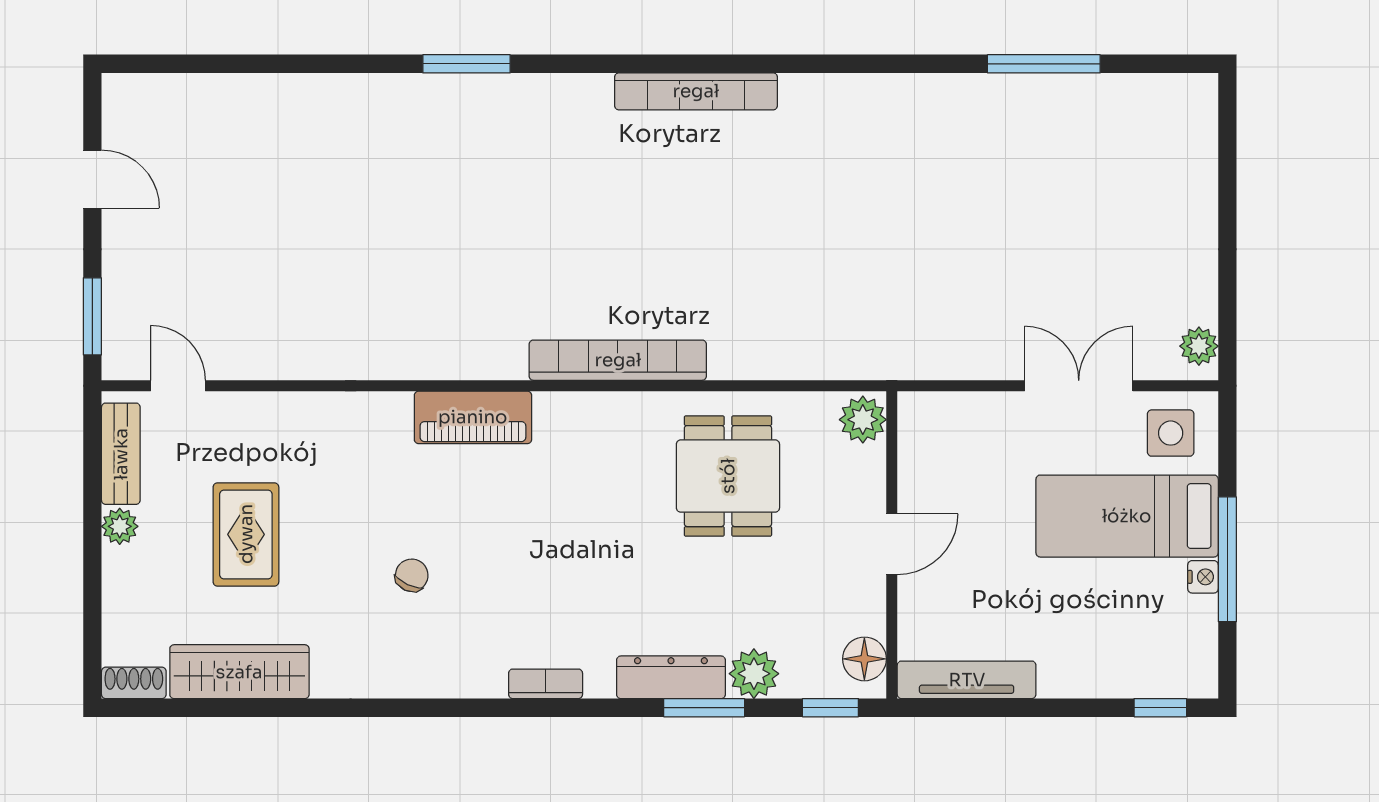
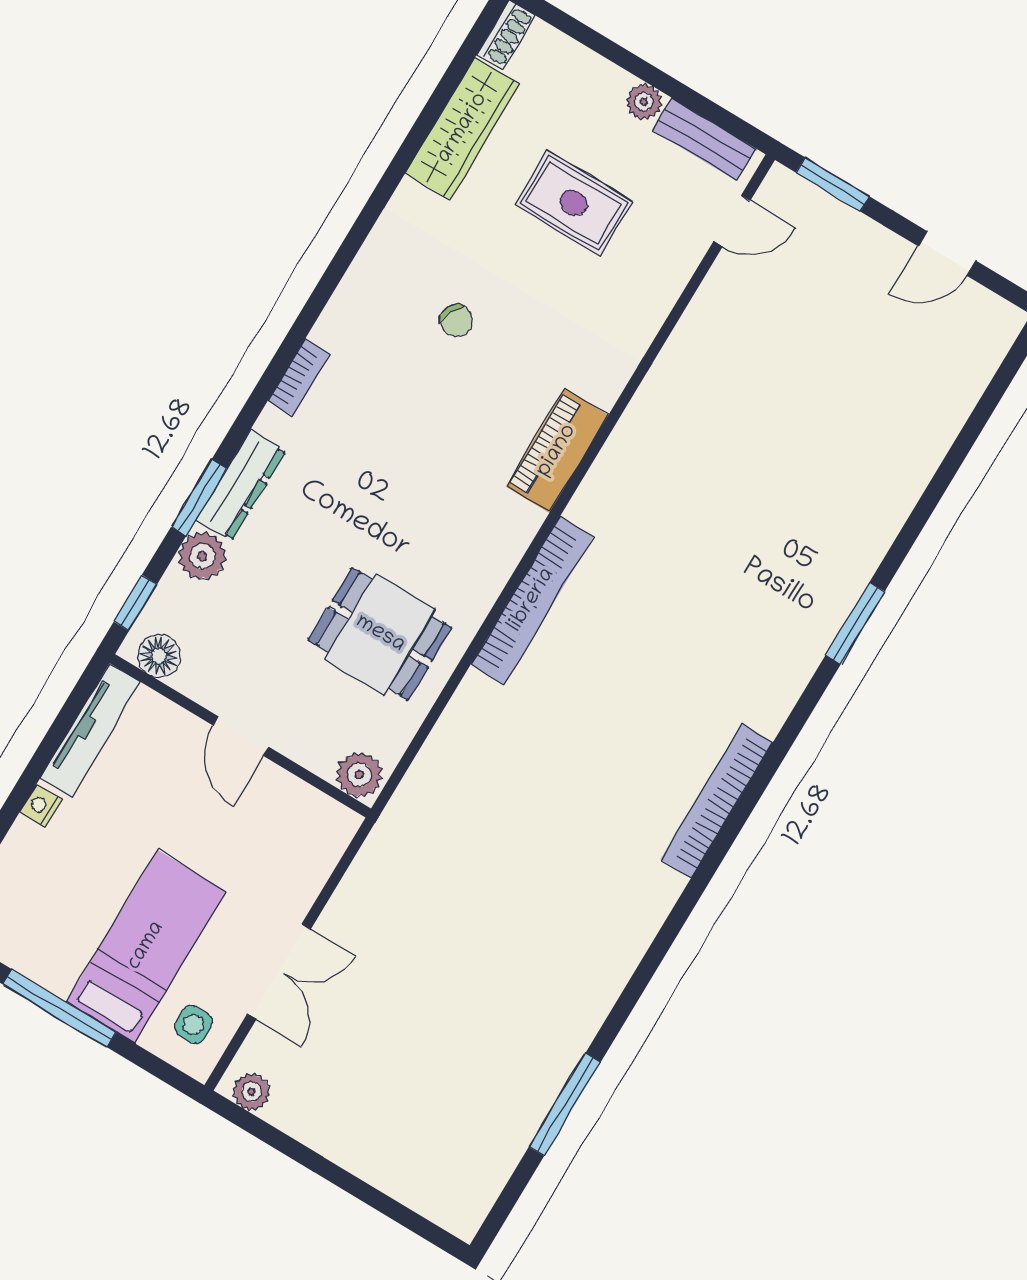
side table: (1171, 433) -> (193, 1024), width x0.73, depth x0.73
nightstand: (1203, 577) -> (41, 806), moved, turned 90

